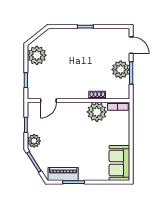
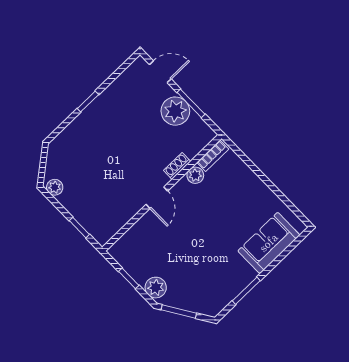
plant: (37, 55) -> (55, 187), width x0.53, depth x0.53
door: (48, 101) -> (157, 198), moved
plant: (97, 112) -> (195, 175), width x0.53, depth x0.53
sofa: (119, 163) -> (269, 243), moved, turned 90
piano: (63, 174) -> (225, 293), removed

